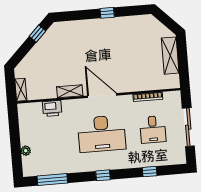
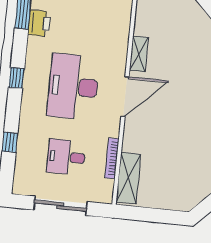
shelving: (170, 56) -> (128, 178), moved, turned 90
printer: (52, 108) -> (39, 23), moved, turned 180

